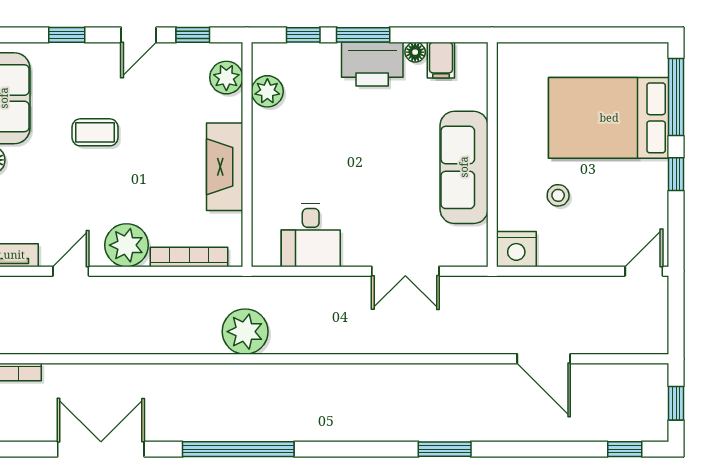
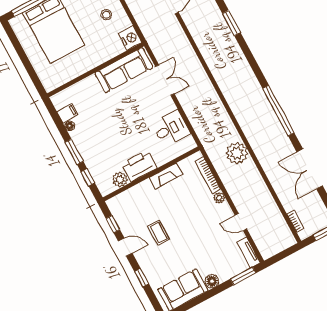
printer: (372, 64) -> (139, 166), moved, turned -90
plant: (226, 78) -> (123, 200), removed
coffee table: (95, 132) -> (159, 233), moved
fireplace: (225, 167) -> (166, 176), width x0.73, depth x0.76
sofa: (464, 167) -> (124, 70), moved
stool: (558, 195) -> (106, 15), moved
plant: (127, 245) -> (219, 198), width x0.53, depth x0.53
plant: (245, 332) -> (237, 153), moved

